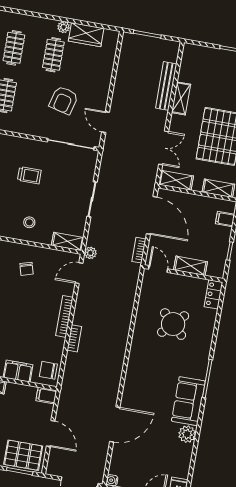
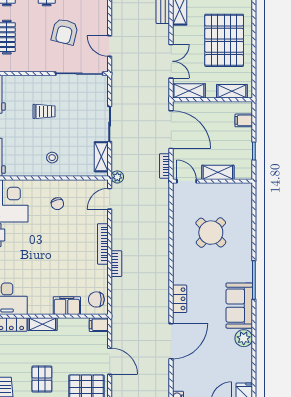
shelving: (68, 241) -> (101, 157), moved, turned 90
locker: (213, 294) -> (180, 299), moved, turned 180

